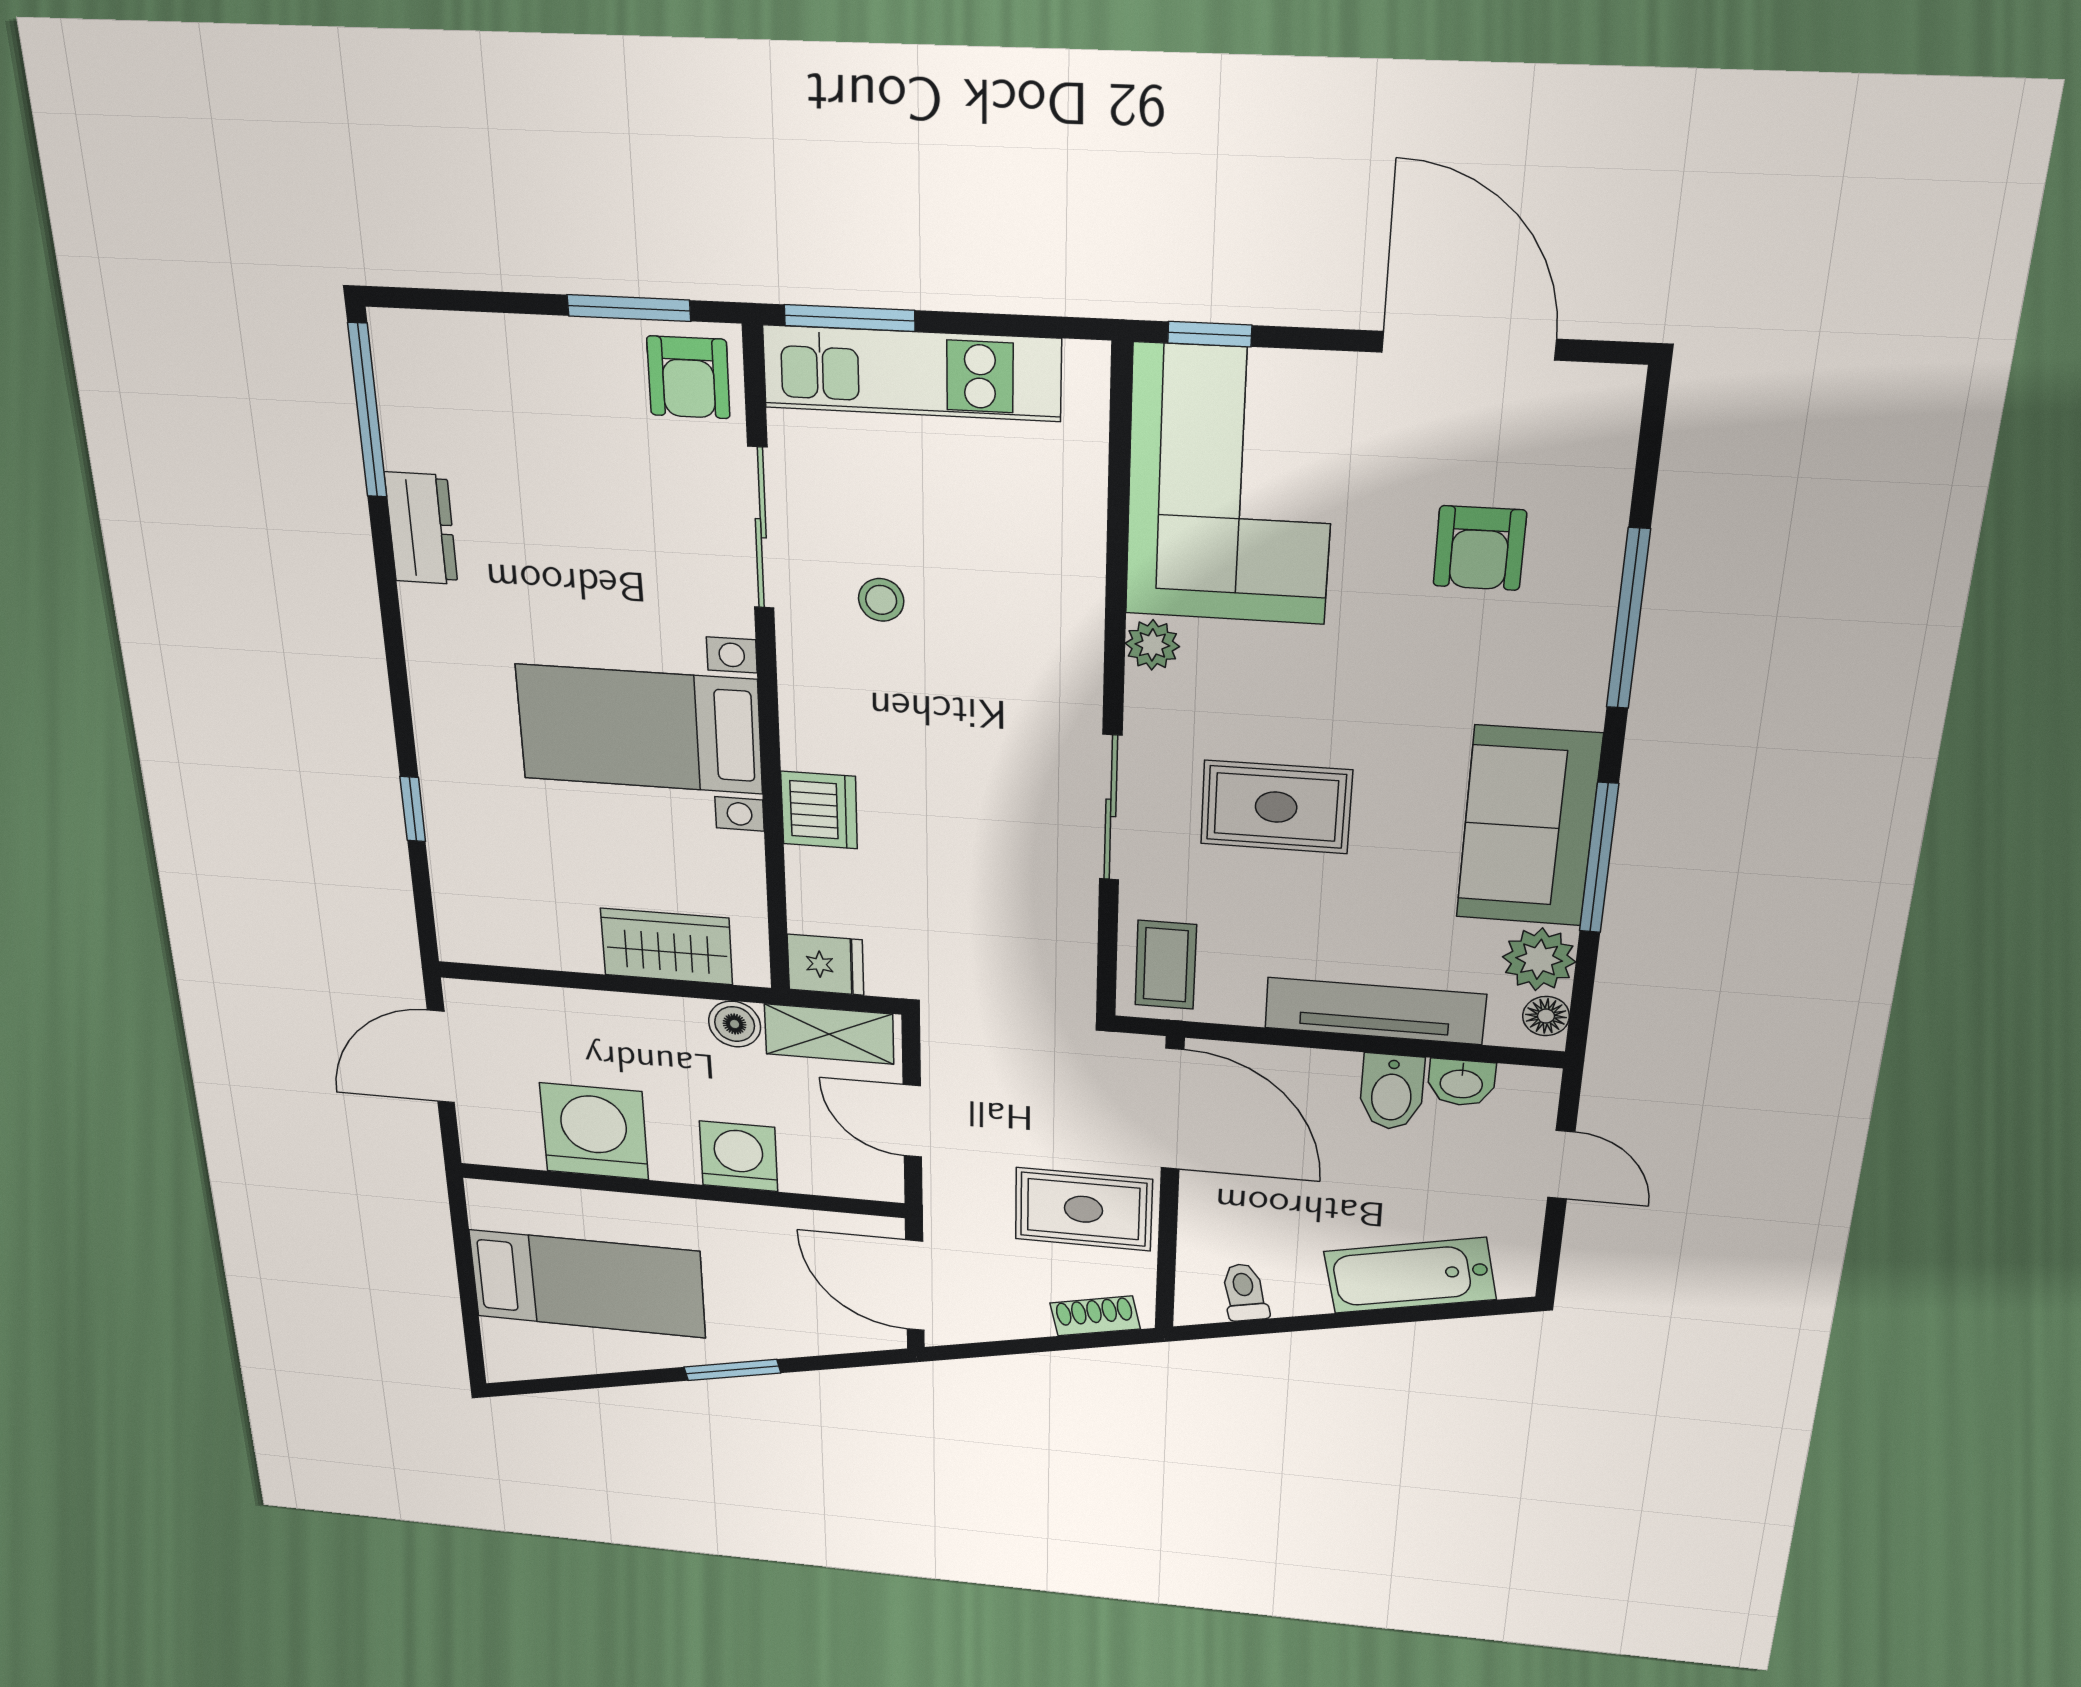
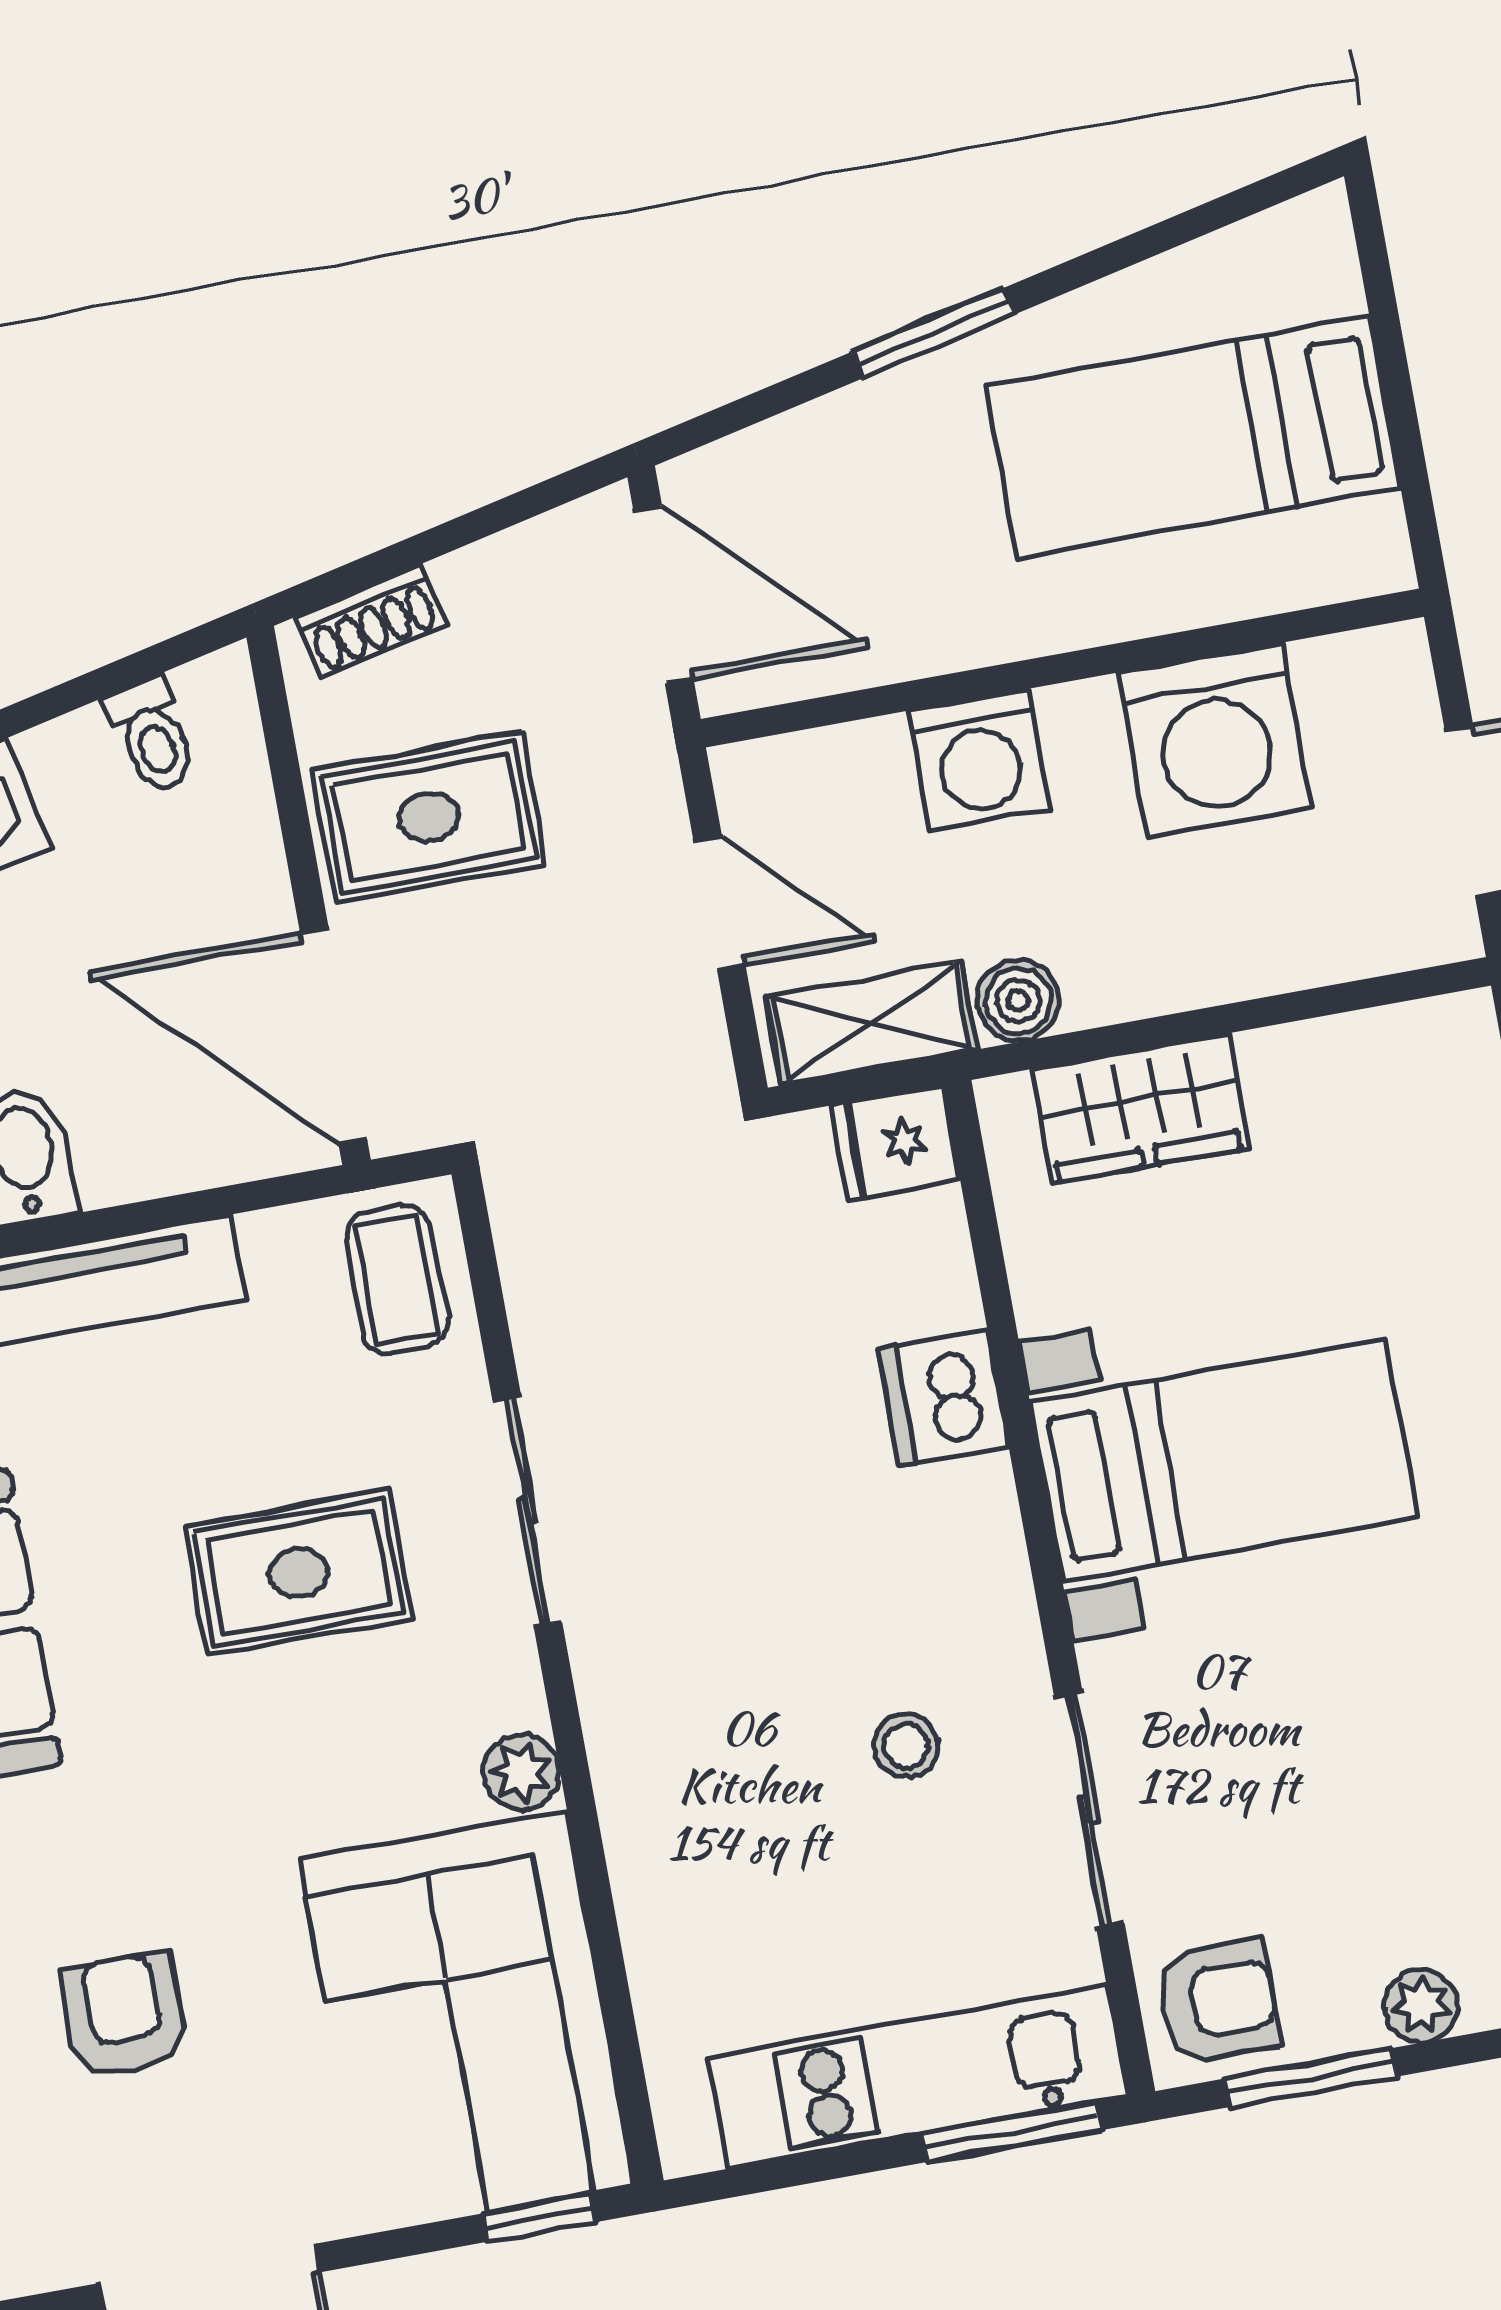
plant: (545, 341) -> (1421, 2006), added
armchair: (688, 377) -> (1218, 2001), turned 90

